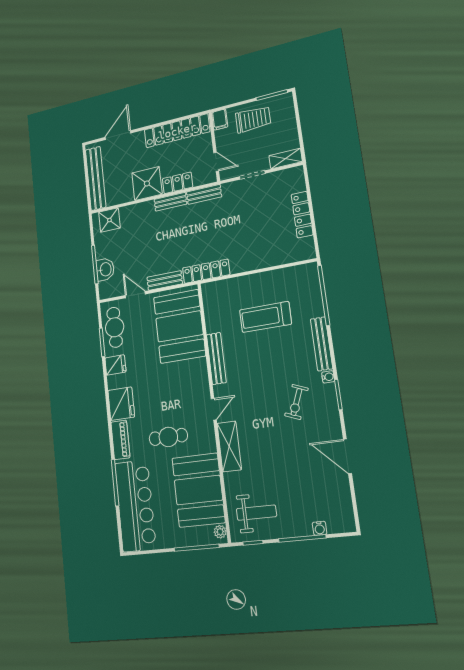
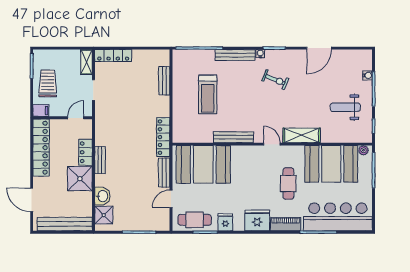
bench: (204, 194) -> (164, 81), moved
locker: (302, 215) -> (113, 56), moved
washbasin: (105, 269) -> (102, 196), moved, turned 90
weight bench: (256, 513) -> (345, 107), moved, turned -90

